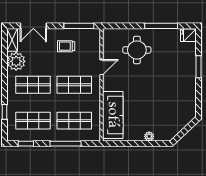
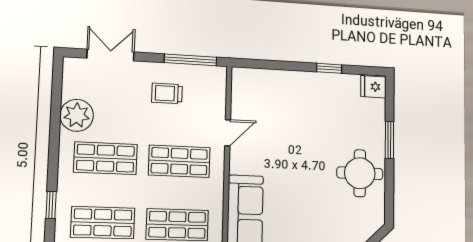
double door: (33, 26) -> (110, 55), swing flipped
window: (161, 26) -> (329, 68), width x0.46
shelving: (12, 40) -> (71, 77), removed
round table: (137, 50) -> (360, 173), moved

